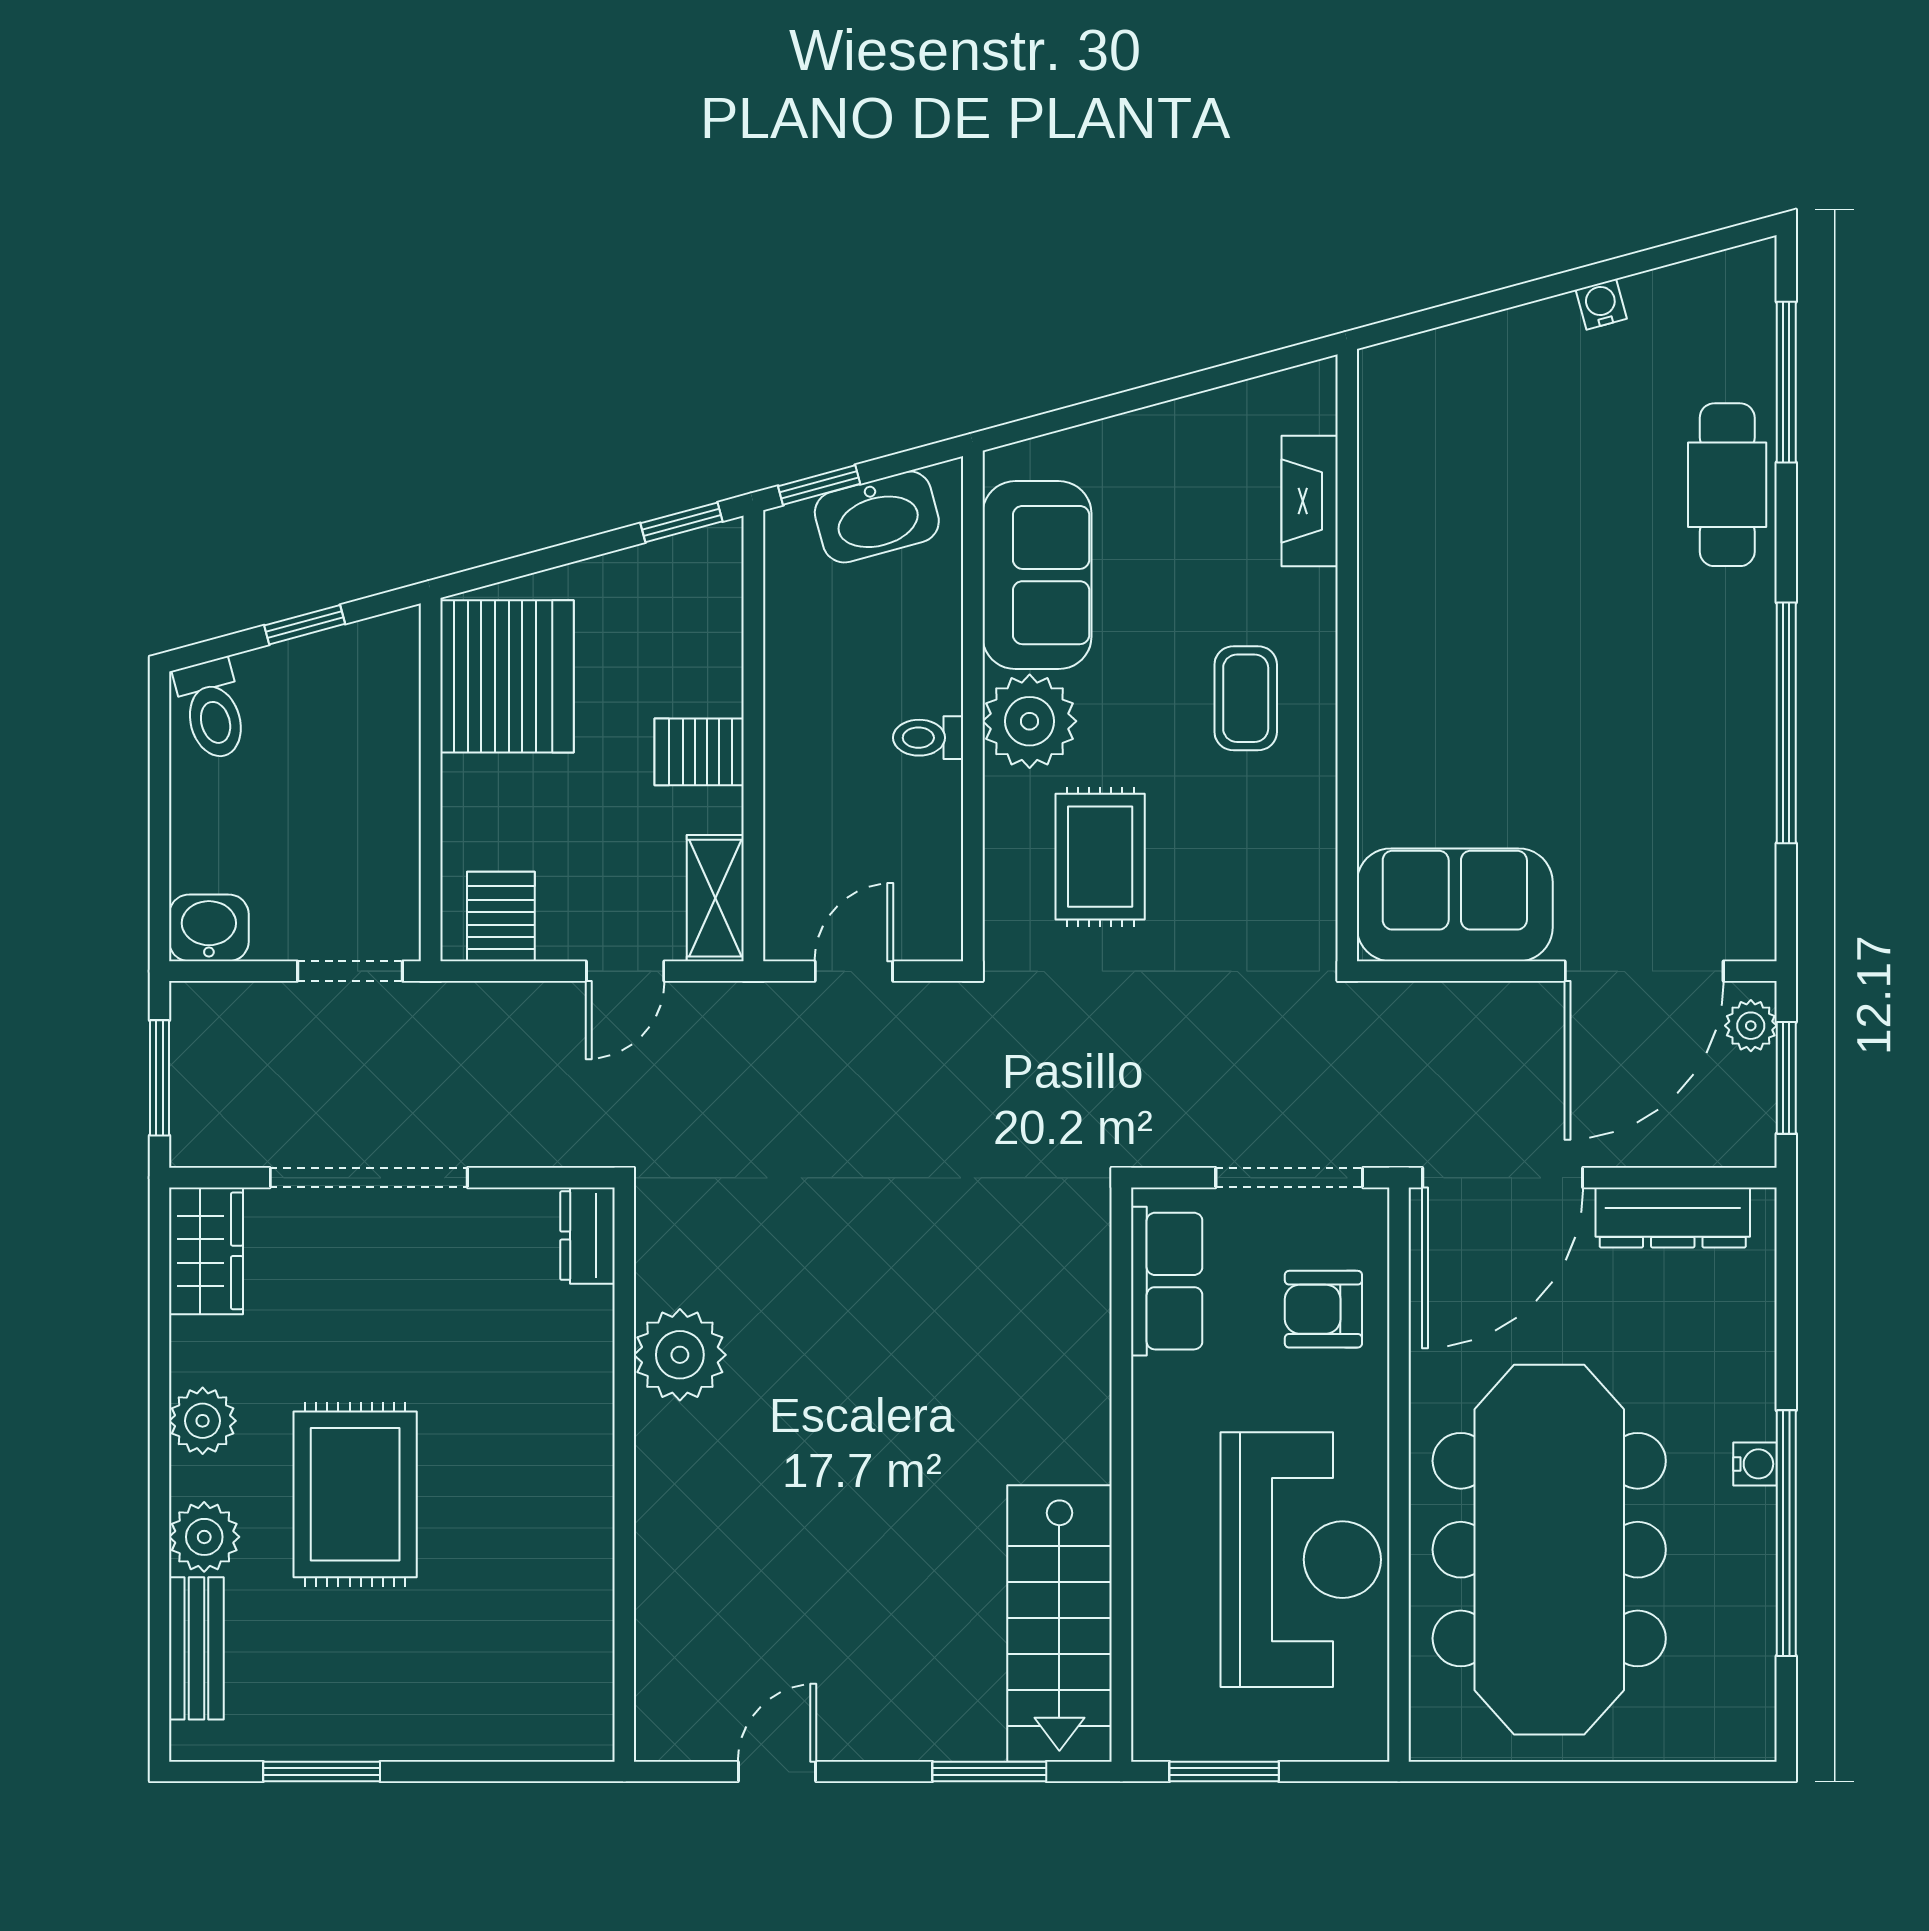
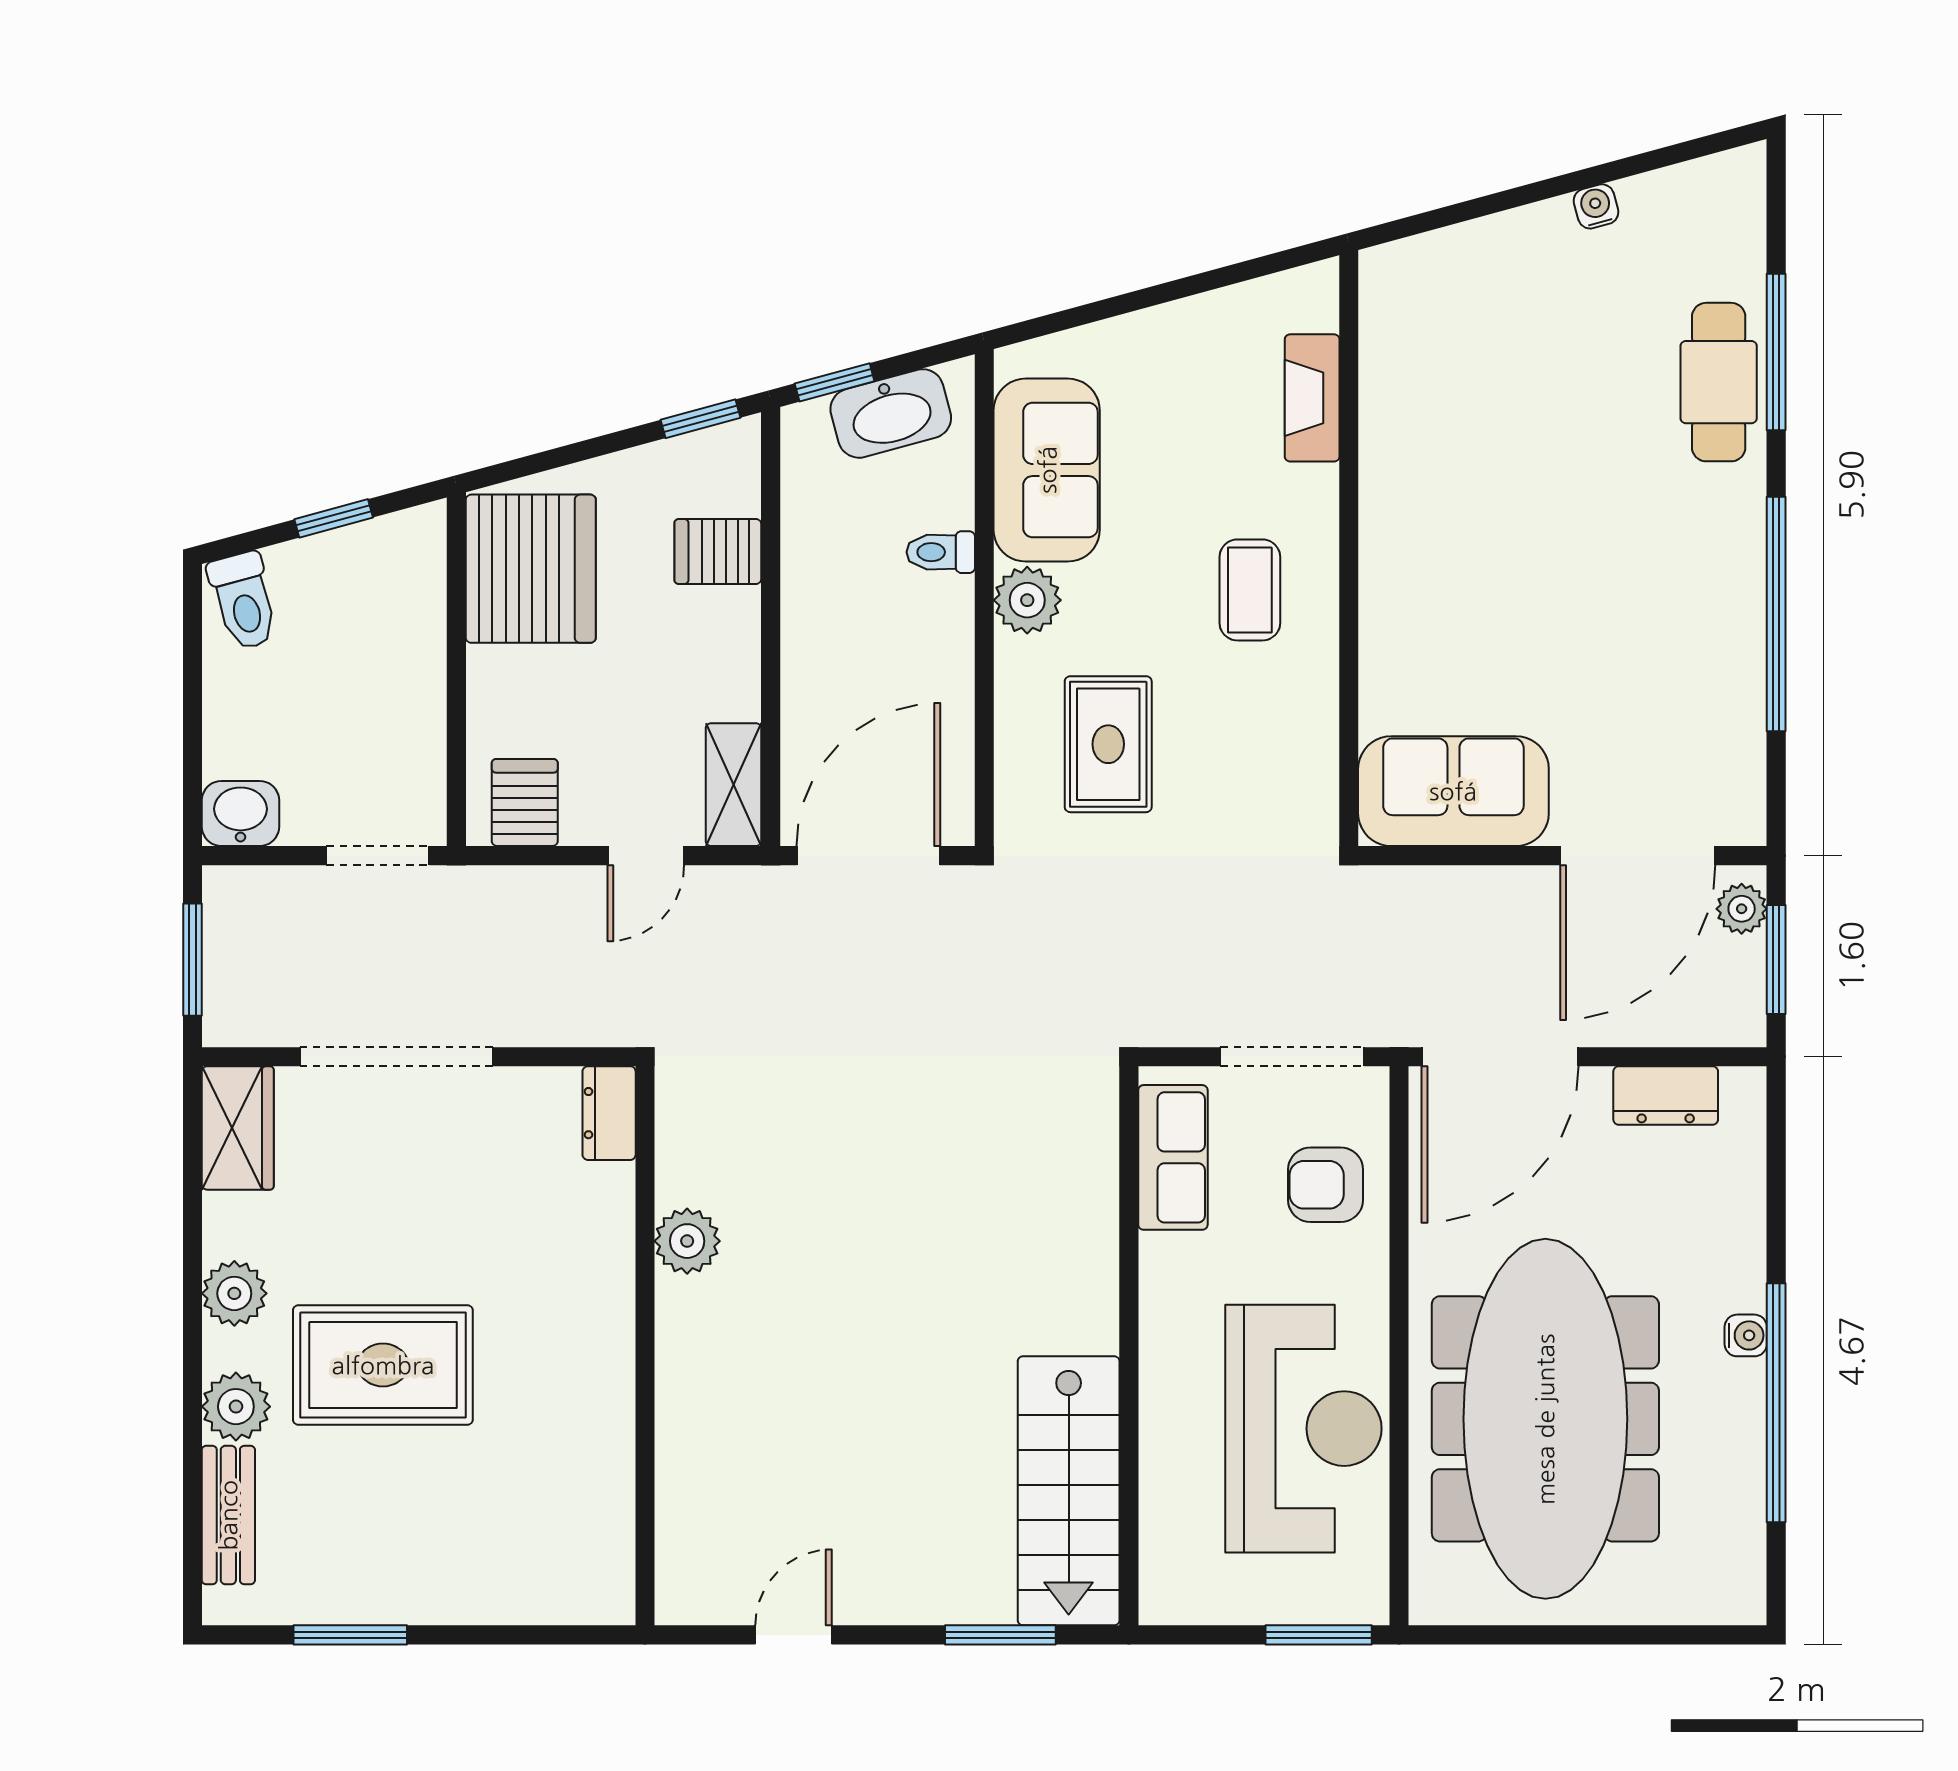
window: (1786, 382) -> (1776, 352), moved
plant: (1030, 721) -> (1027, 600), width x0.73, depth x0.73
toilet: (928, 738) -> (941, 552), moved
server rack: (699, 752) -> (718, 551), moved
door: (854, 971) -> (868, 856), width x1.88
dresser: (1673, 1217) -> (1666, 1096), width x0.70
plant: (680, 1355) -> (687, 1241), width x0.73, depth x0.73
rug: (355, 1494) -> (383, 1365), turned 90
window: (1224, 1772) -> (1319, 1635), moved

